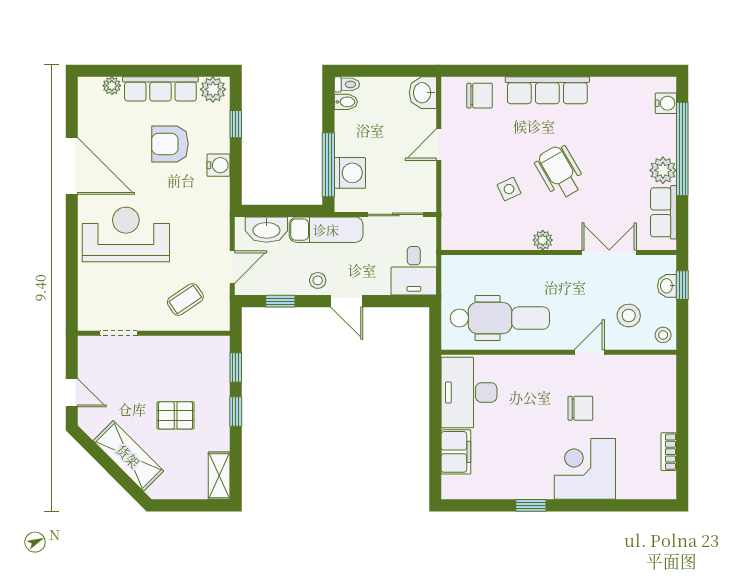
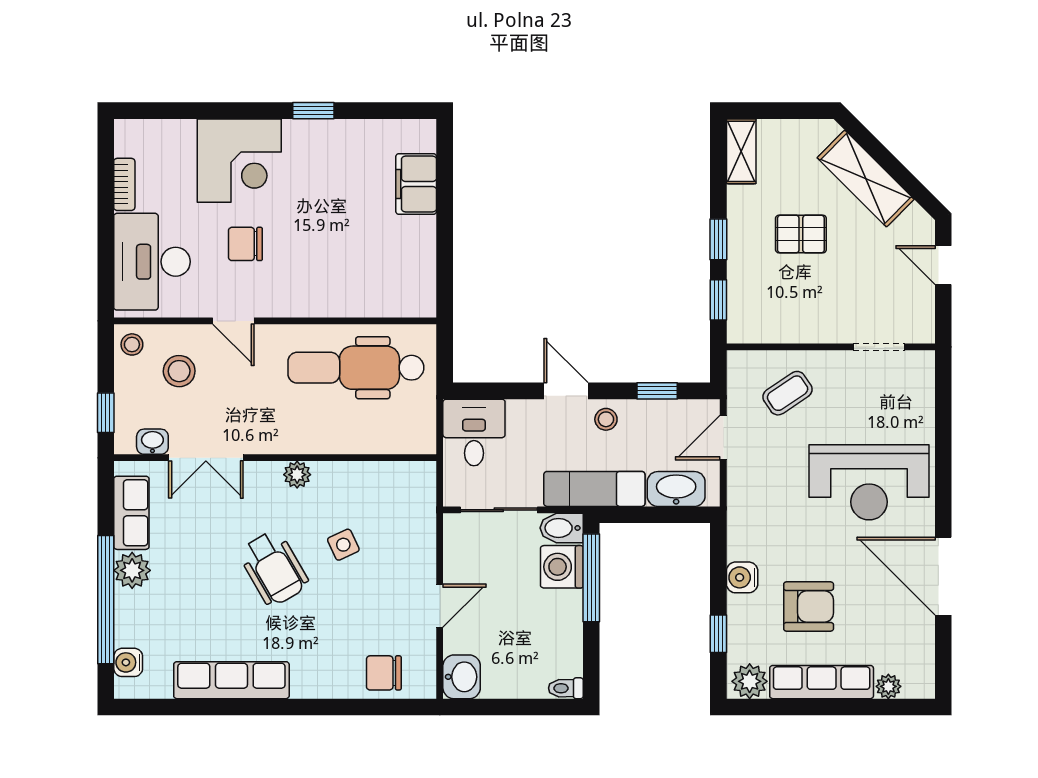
row of seats: (547, 90) -> (231, 680), moved
bidet: (346, 102) -> (562, 528), moved, width x1.38, depth x1.36
washbasin: (667, 286) -> (152, 442), moved, turned -90
door: (589, 352) -> (233, 321), hinge flipped
desk: (469, 392) -> (152, 262), moved, turned 180

